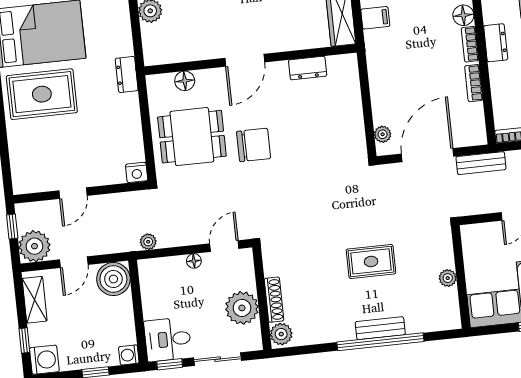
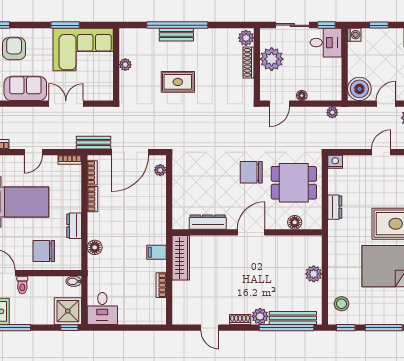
bookcase: (470, 44) -> (92, 173), moved
dresser: (308, 68) -> (208, 222), width x1.44
dresser: (127, 74) -> (335, 207), moved

